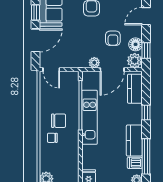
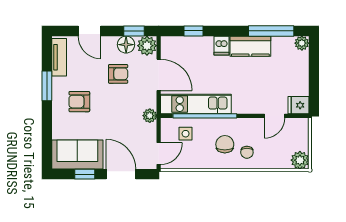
plant: (94, 63) -> (150, 116), moved
kitchen counter: (135, 89) -> (183, 45), removed
side table: (67, 90) -> (186, 134), added
window: (146, 112) -> (193, 31), moved
kitchen unit: (90, 117) -> (196, 104), moved
door: (80, 159) -> (275, 116), added
dishwasher: (135, 163) -> (221, 46), moved

